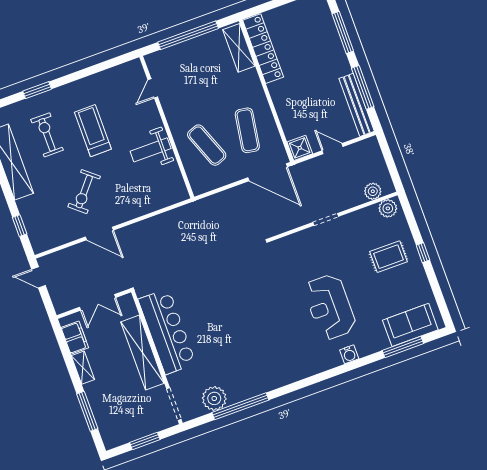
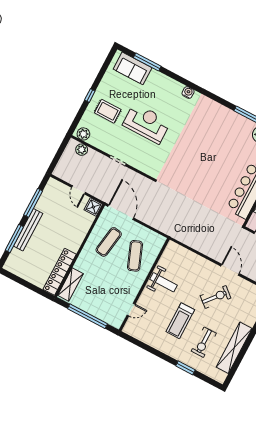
bench: (357, 105) -> (28, 230), moved
reception desk: (330, 307) -> (147, 123), moved, turned -90
water cooler: (349, 354) -> (188, 92), moved

